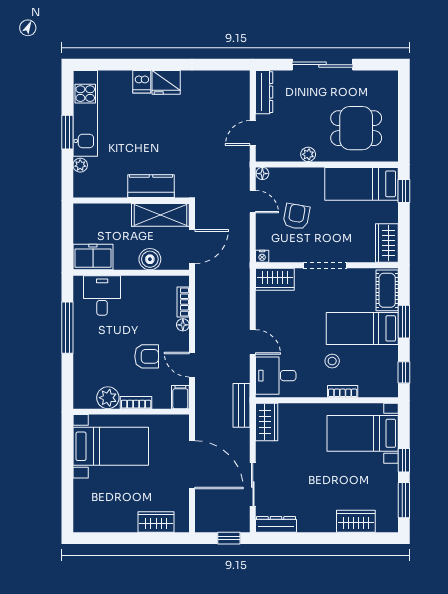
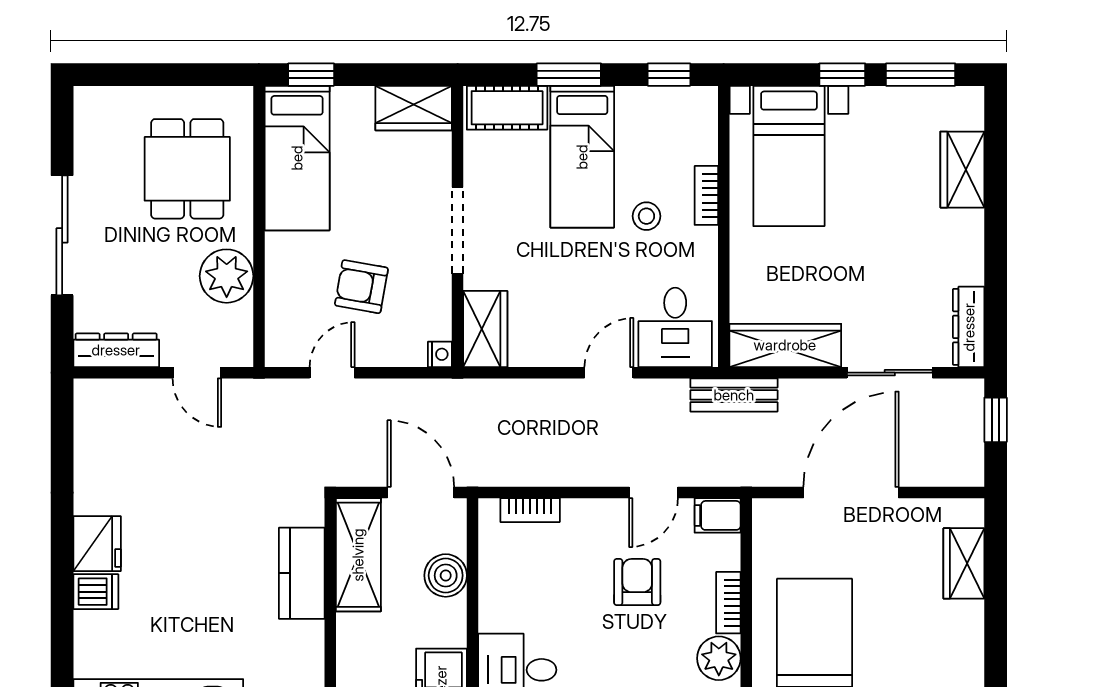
plant: (308, 154) -> (227, 276), width x1.87, depth x1.87
floor lamp: (262, 174) -> (277, 354), removed
floor lamp: (183, 325) -> (575, 510), removed
wardrobe: (267, 422) -> (785, 345), width x1.50

